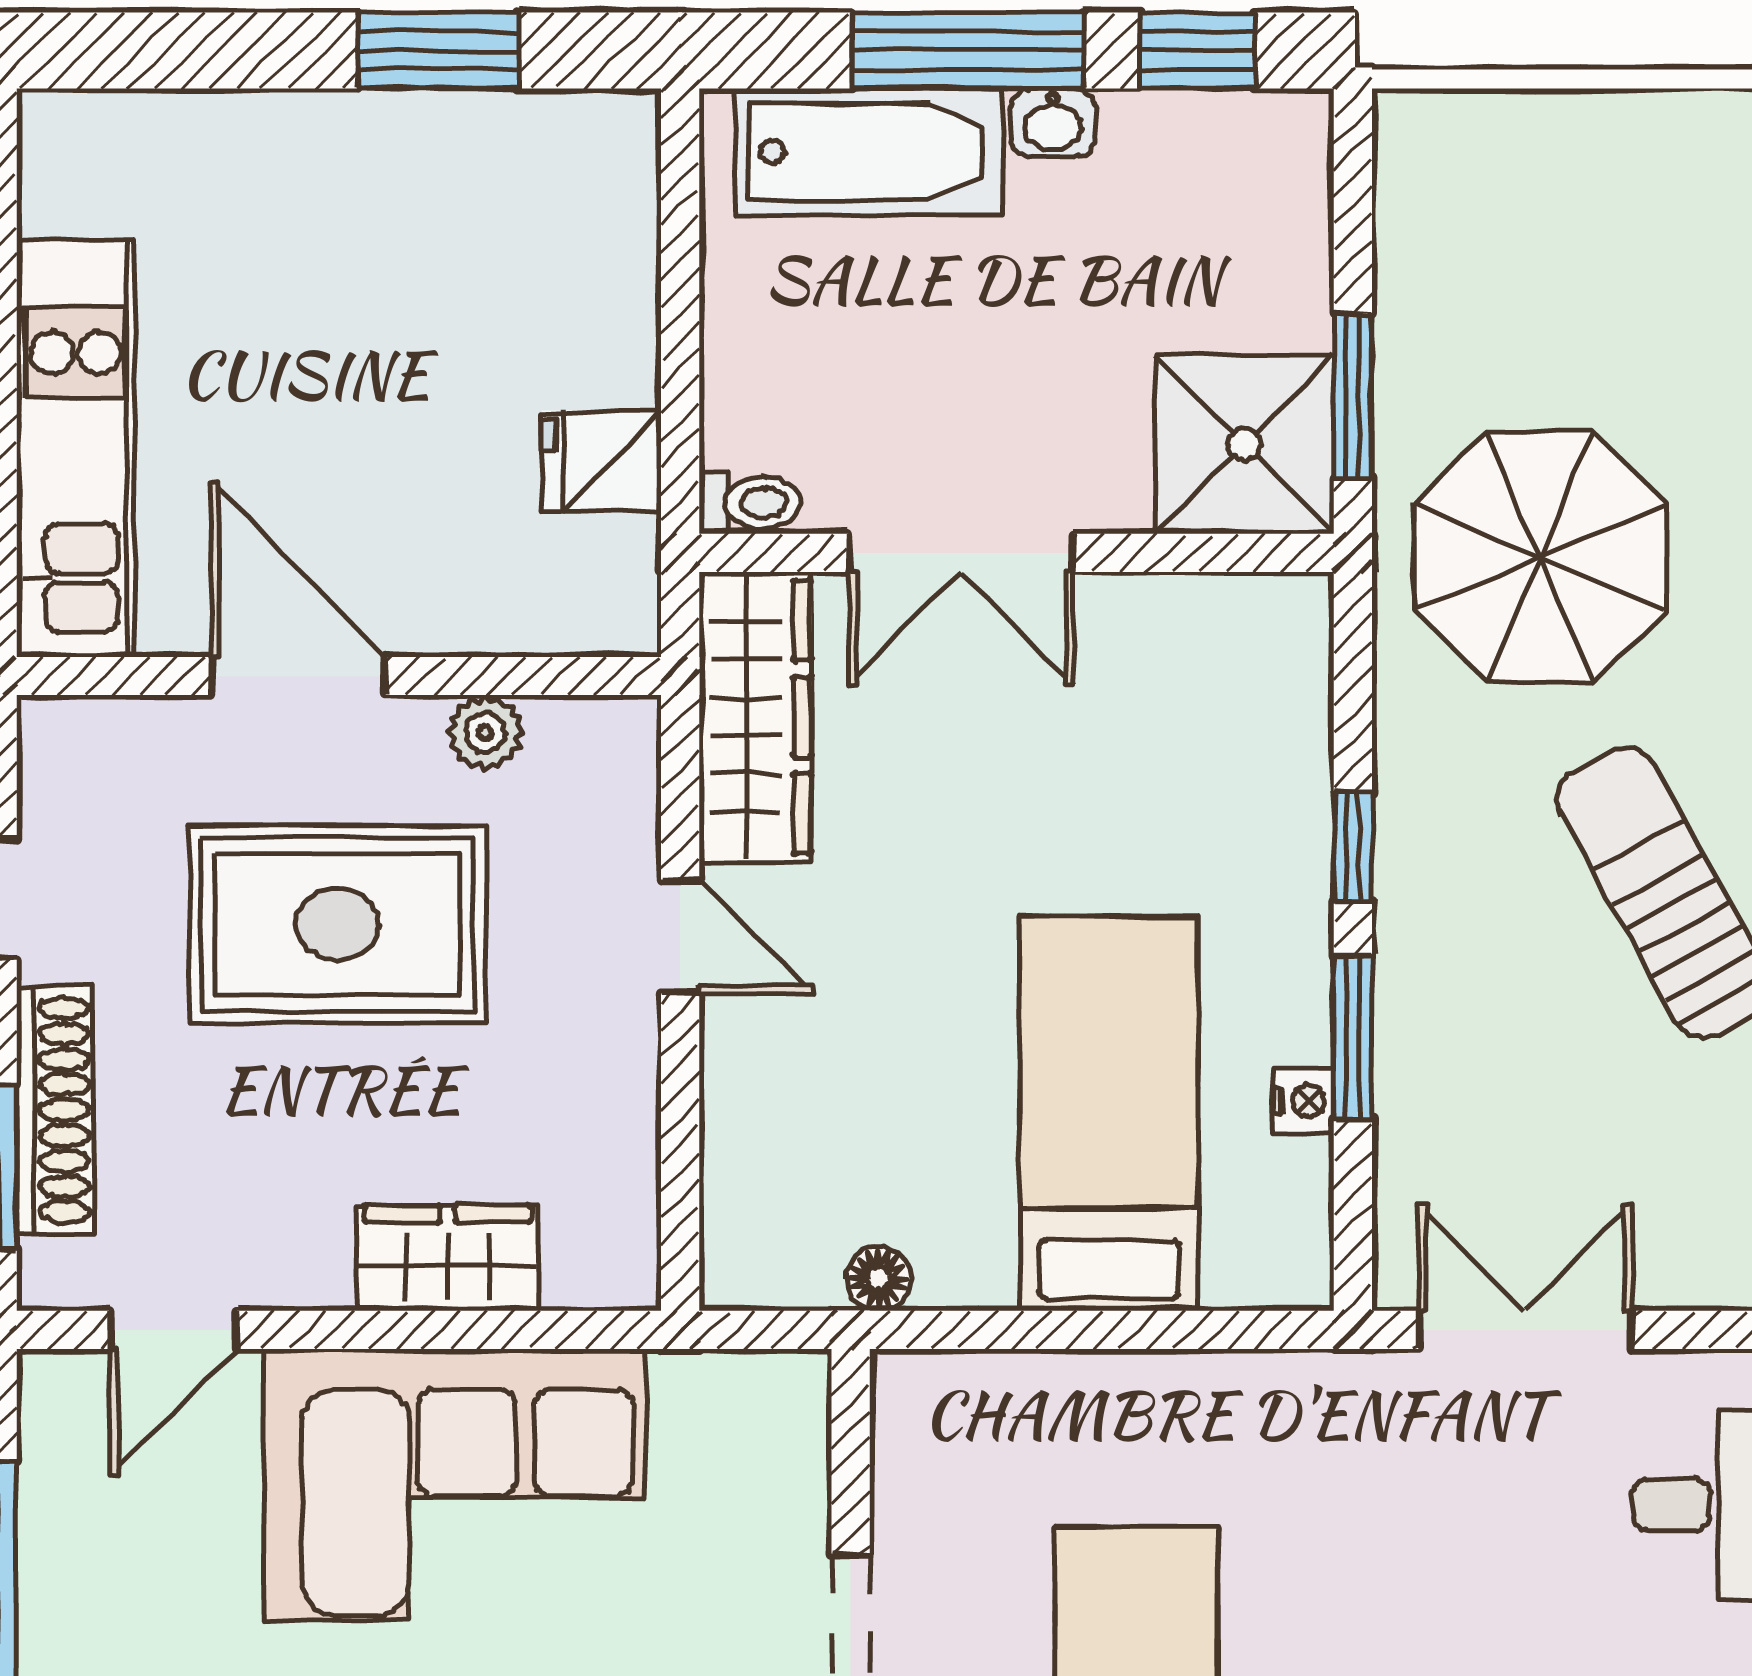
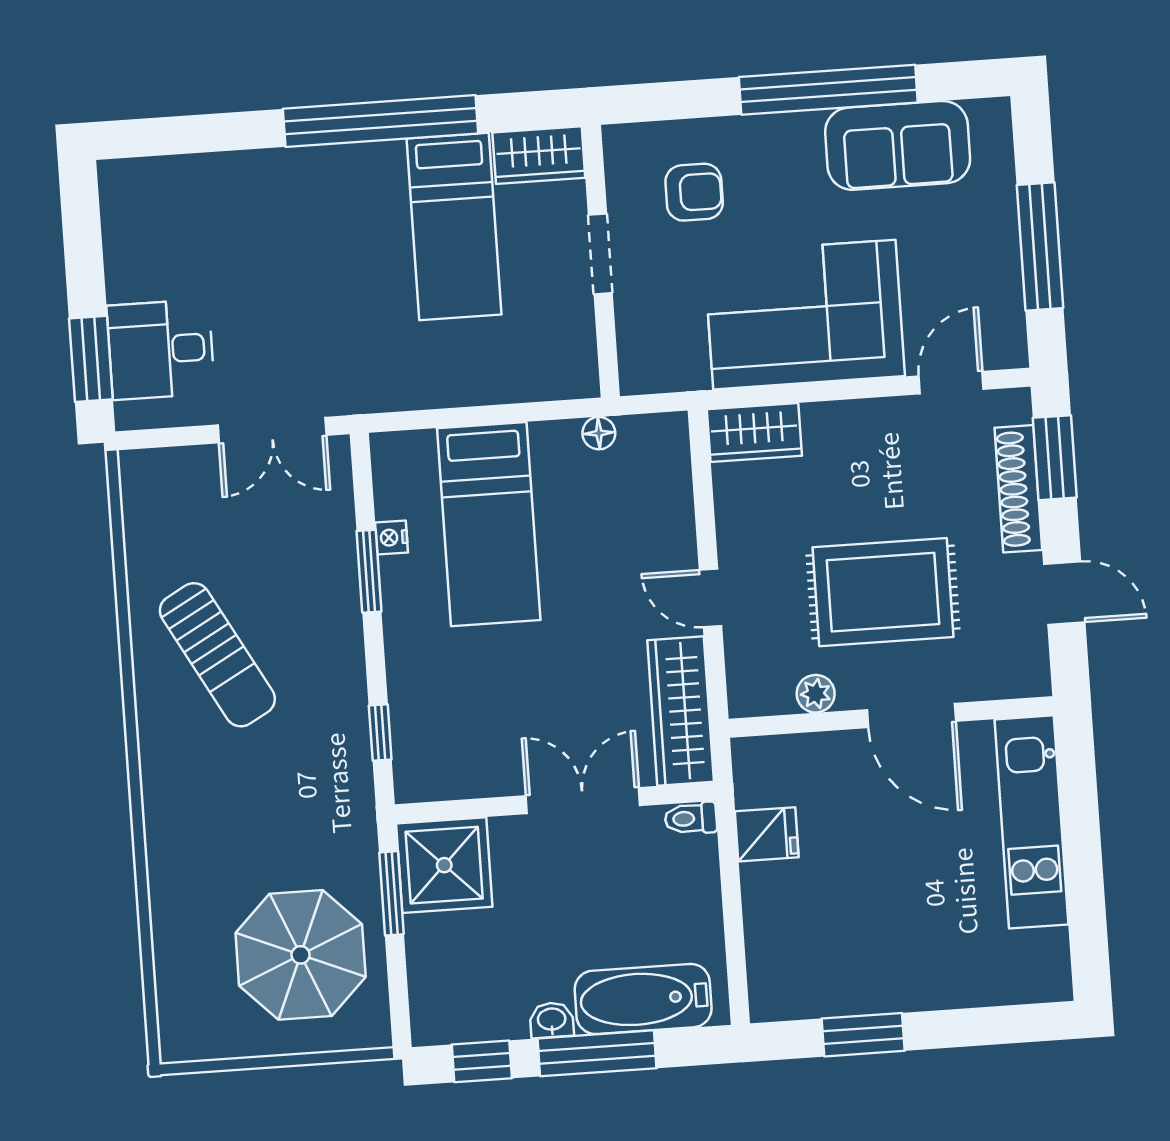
parasol: (1540, 557) -> (301, 955), moved
window: (1353, 846) -> (380, 733), moved
wardrobe: (447, 1258) -> (754, 432), moved

